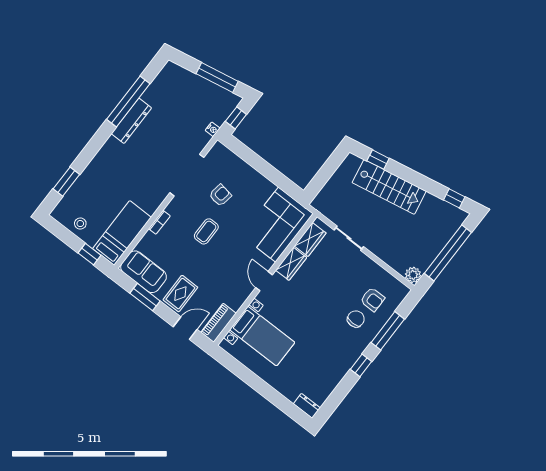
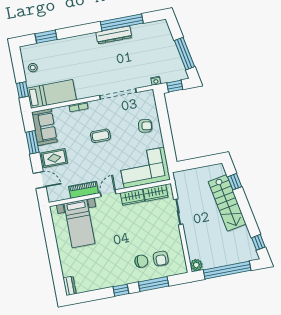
armchair: (220, 195) -> (145, 126), moved
piano: (219, 323) -> (84, 190), moved

